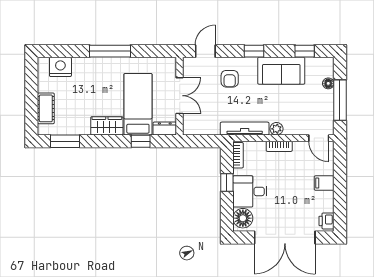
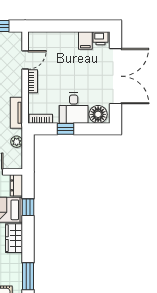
tv unit: (245, 129) -> (16, 113), width x0.71
plant: (276, 129) -> (17, 142), moved
door: (319, 138) -> (25, 60), moved
filing cabinet: (324, 183) -> (85, 40), moved

